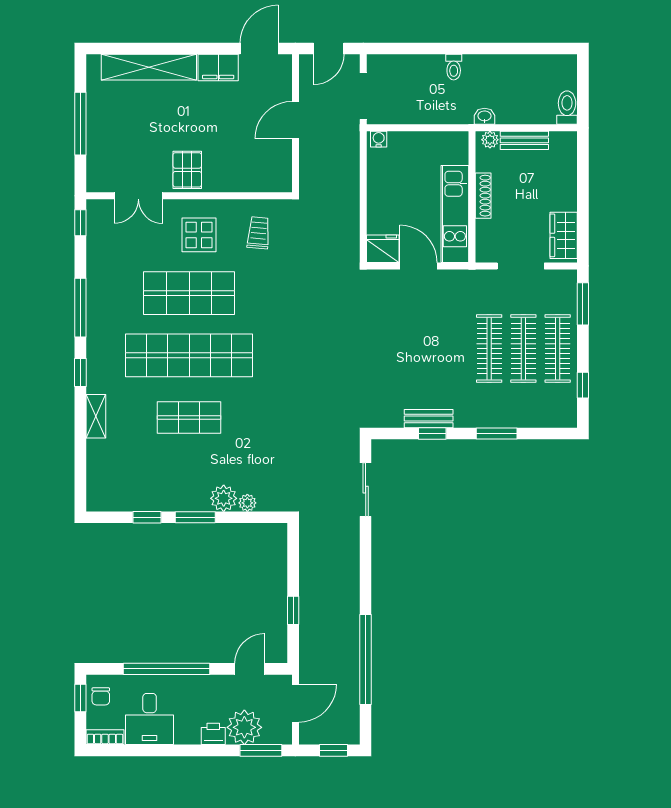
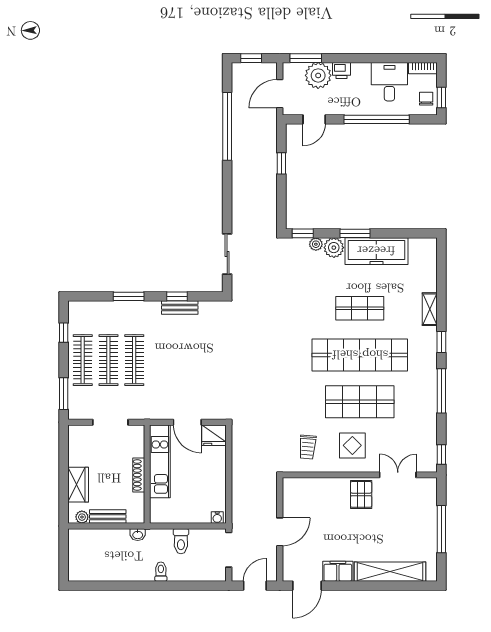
toilet: (567, 108) -> (181, 541), moved
plant: (490, 140) -> (82, 517), moved
wardrobe: (564, 235) -> (78, 485), moved
freezer: (167, 494) -> (376, 251), added
window: (147, 517) -> (303, 233), moved

